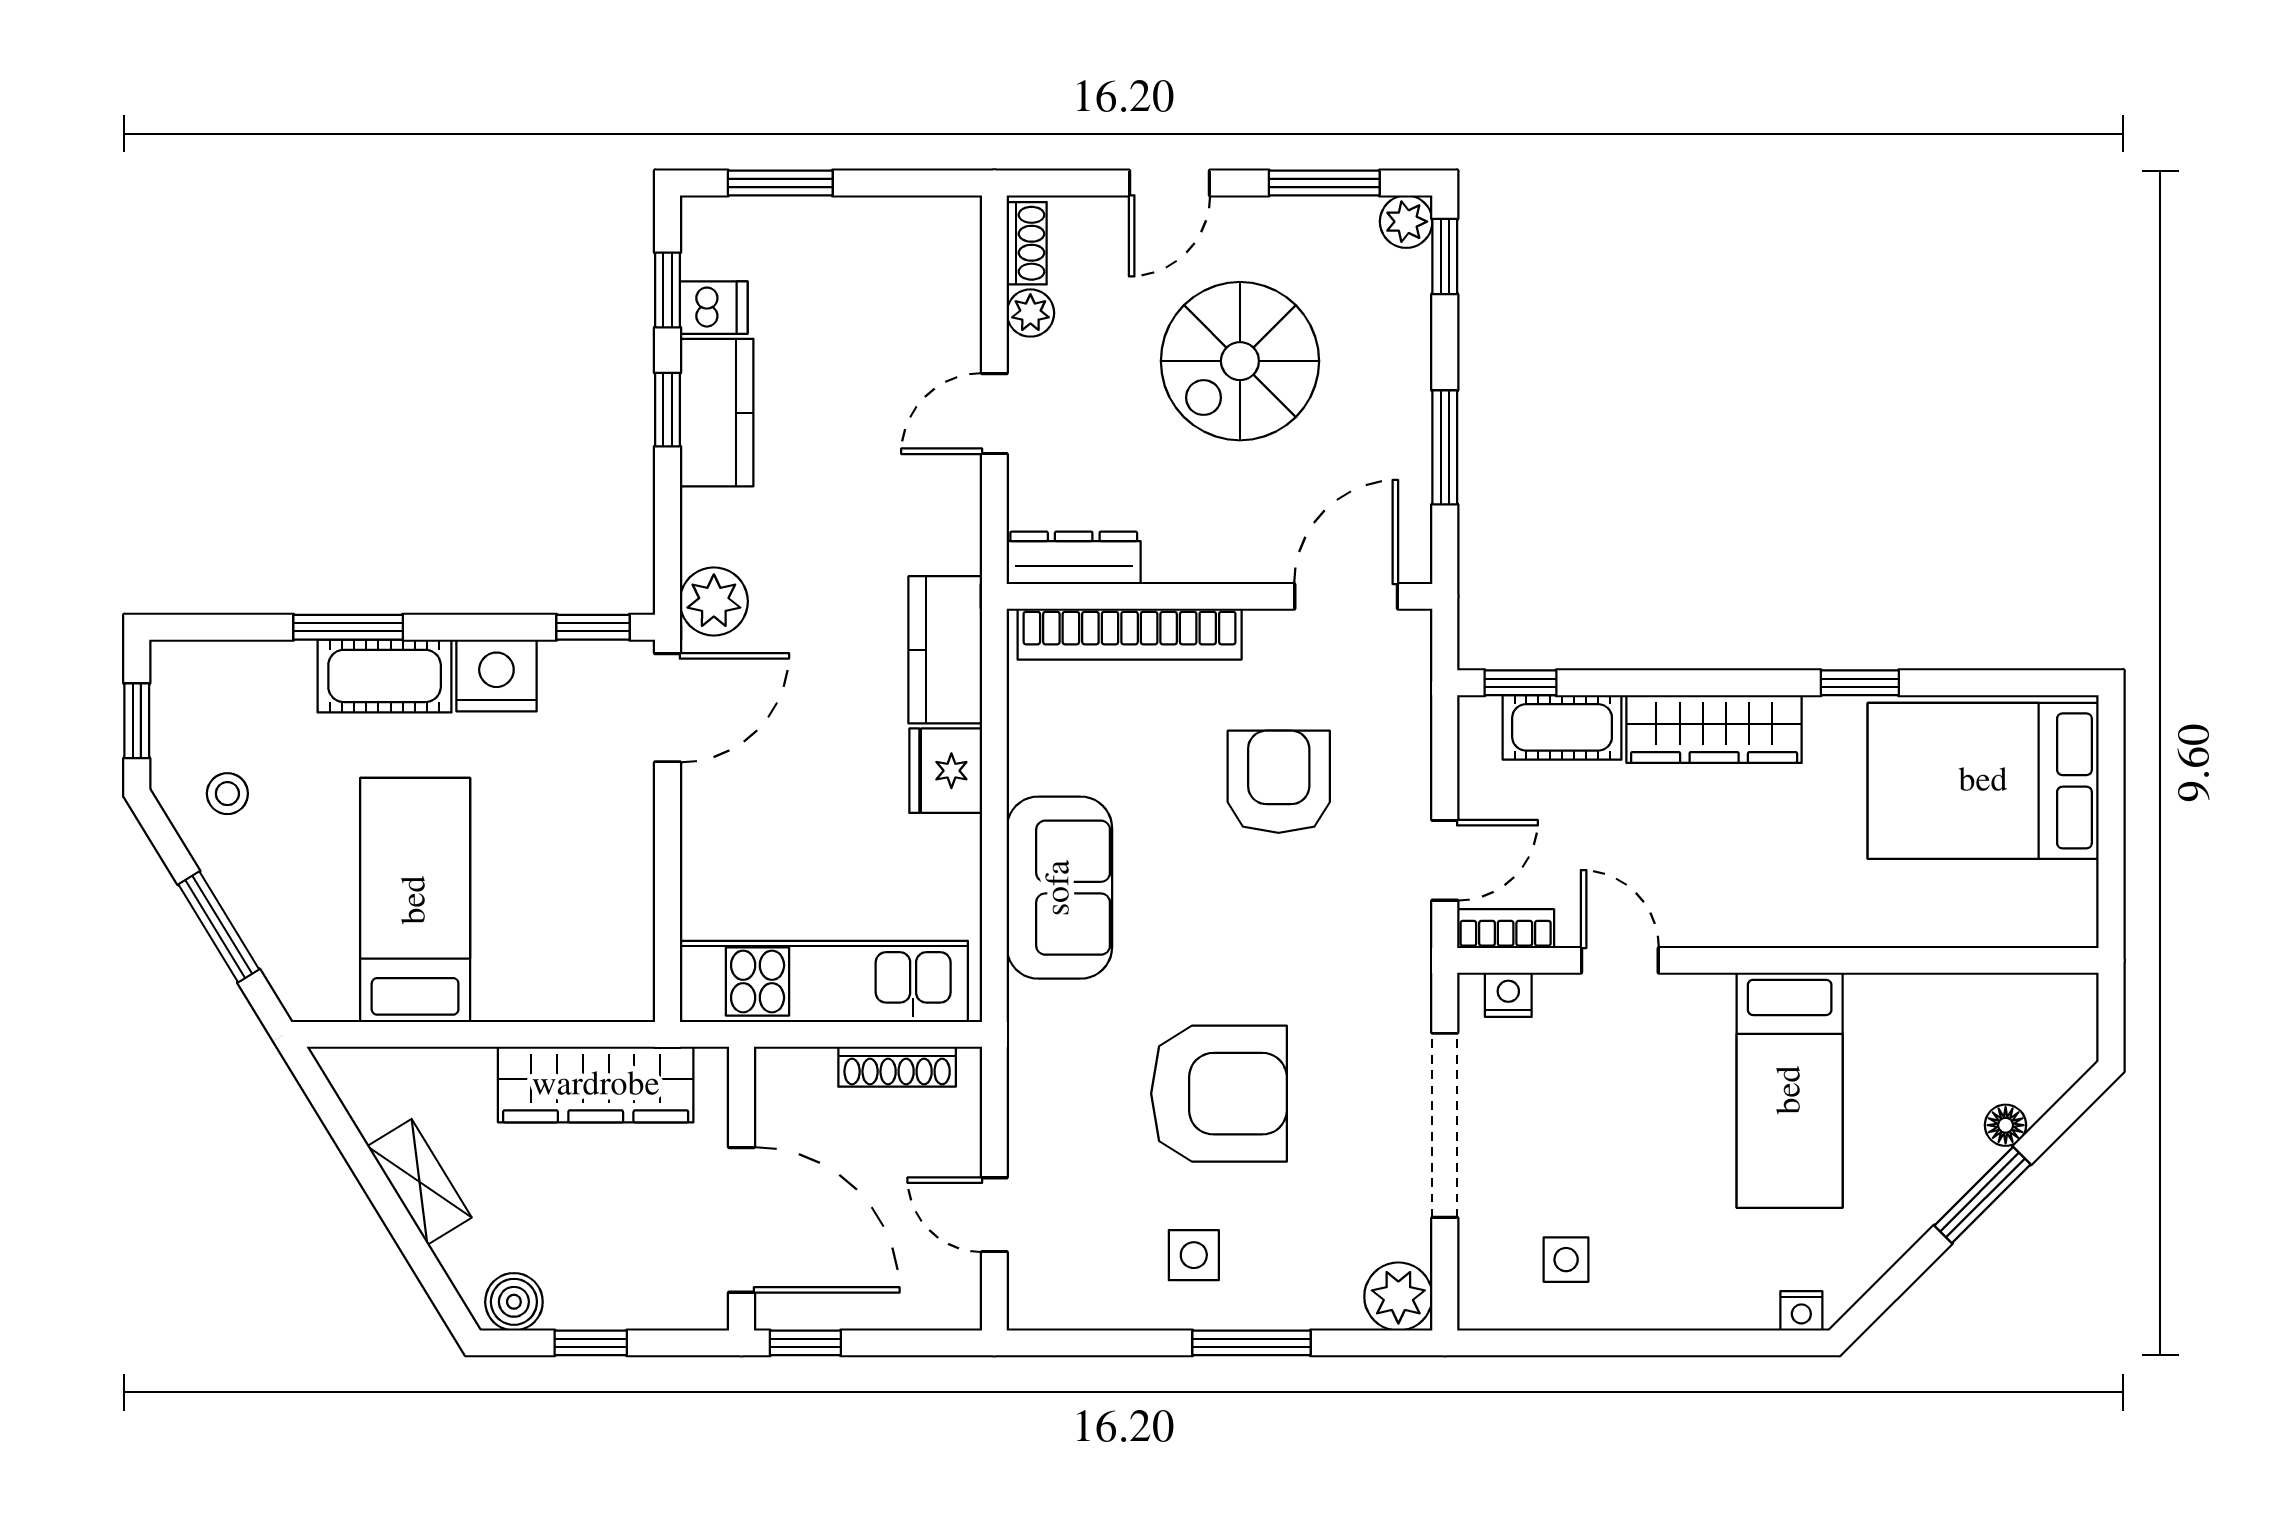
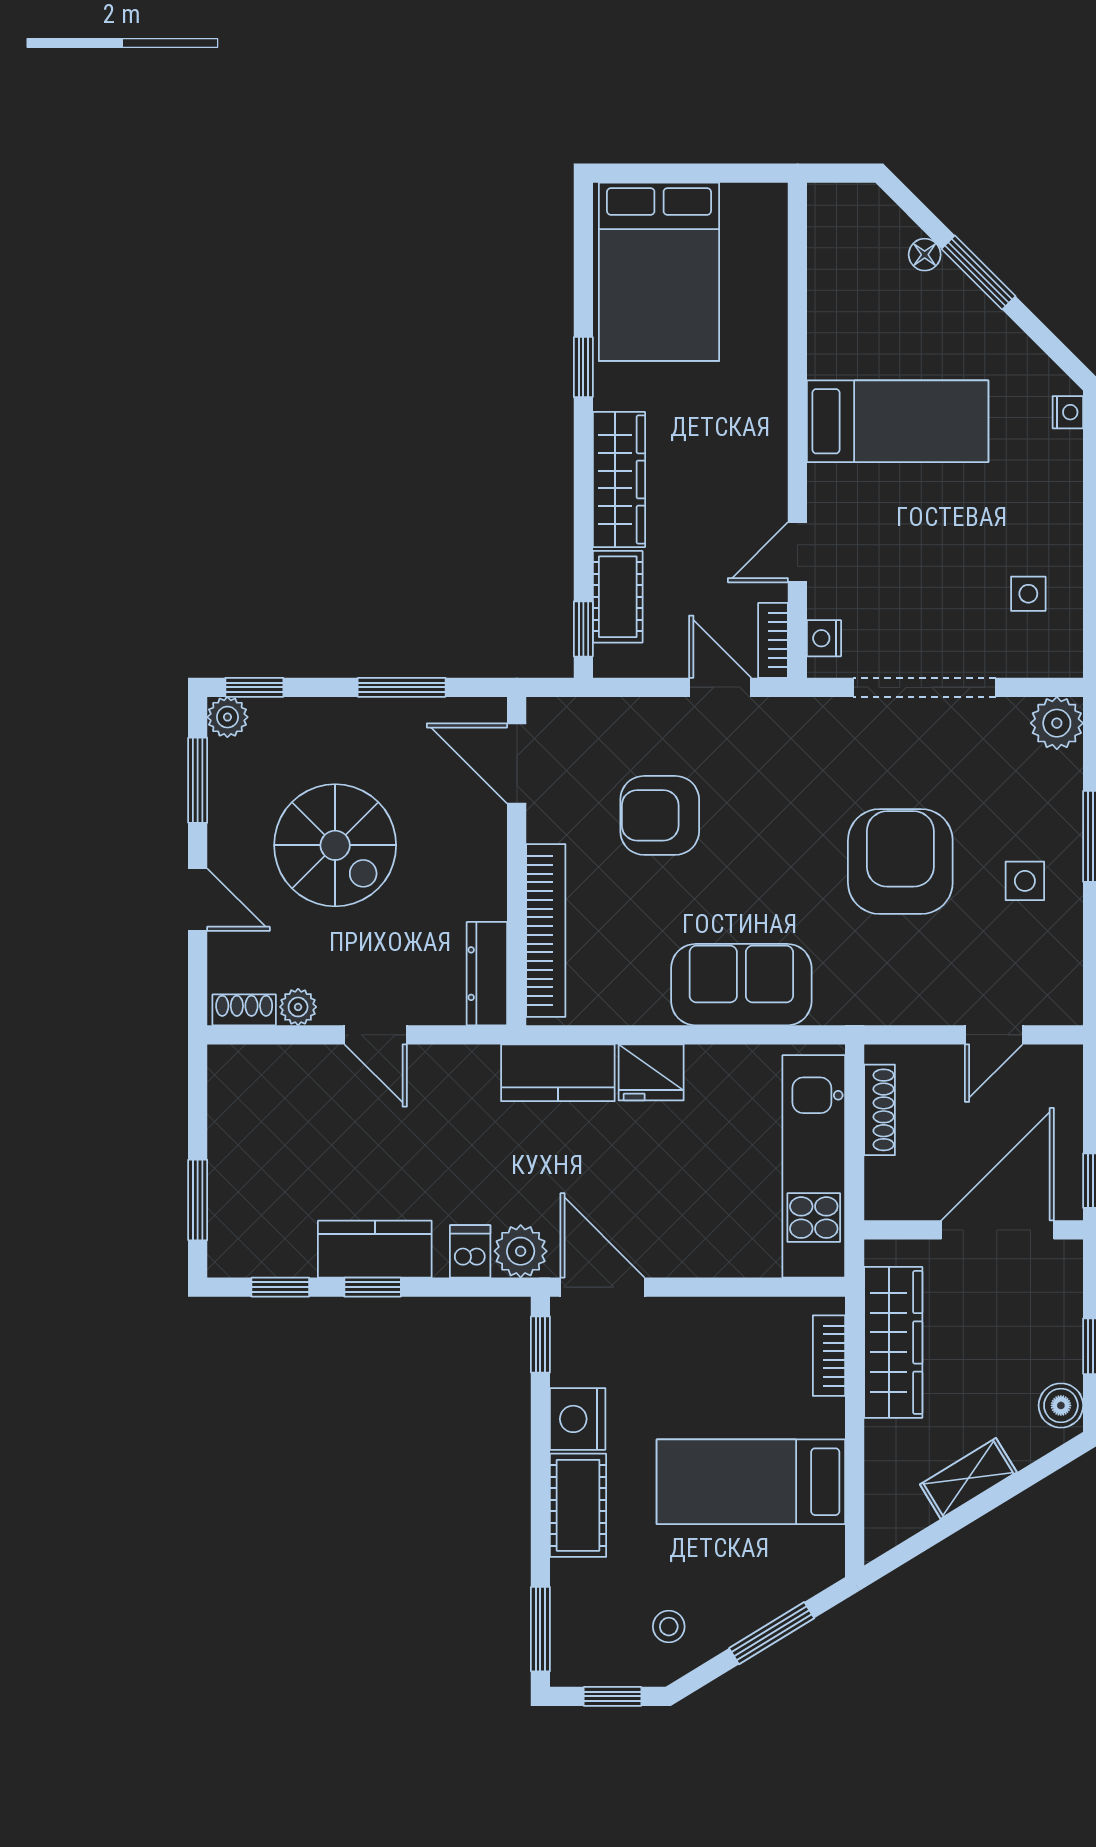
dishwasher: (714, 308) -> (470, 1251), moved
window: (348, 627) -> (540, 1629), moved
bookcase: (579, 1001) -> (829, 1356), added

